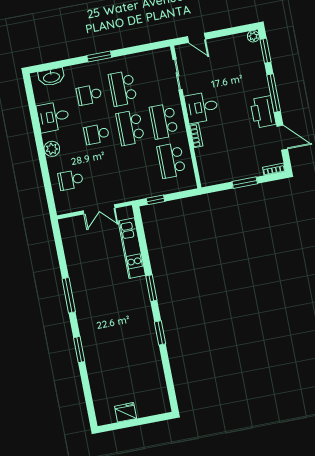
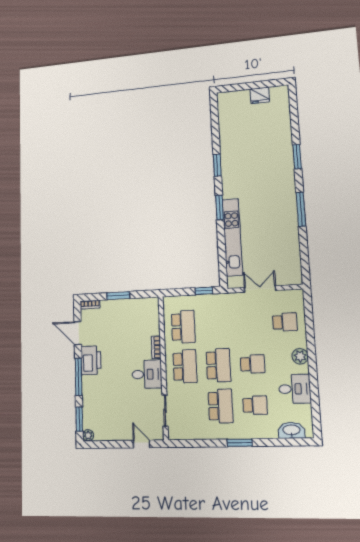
kitchen unit: (132, 248) -> (232, 237), width x1.36

